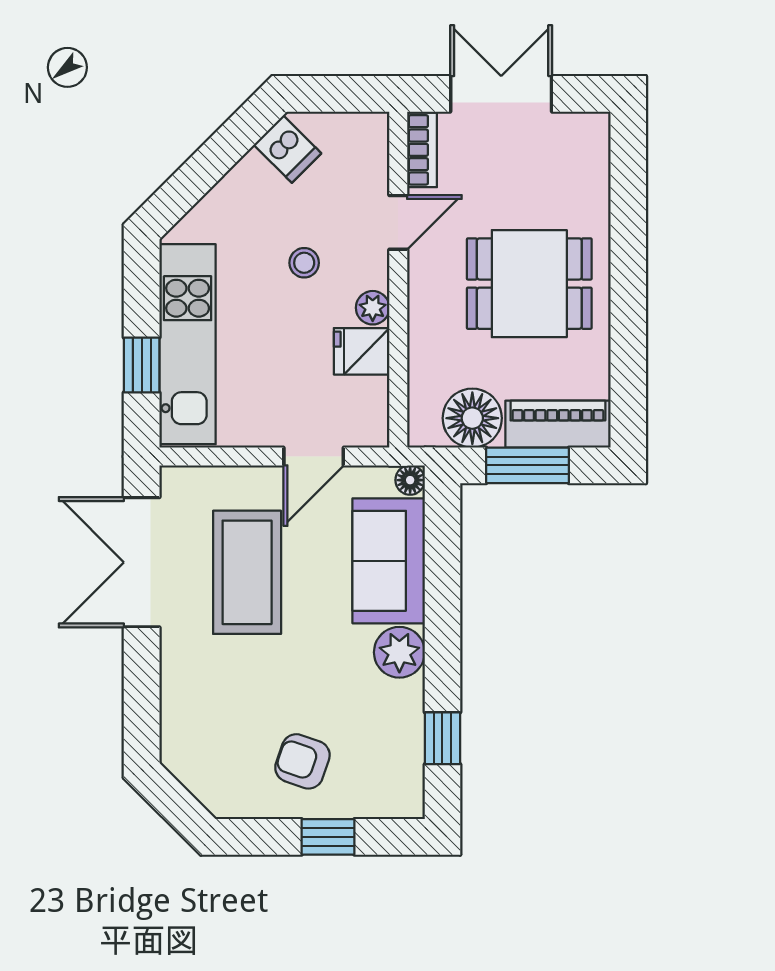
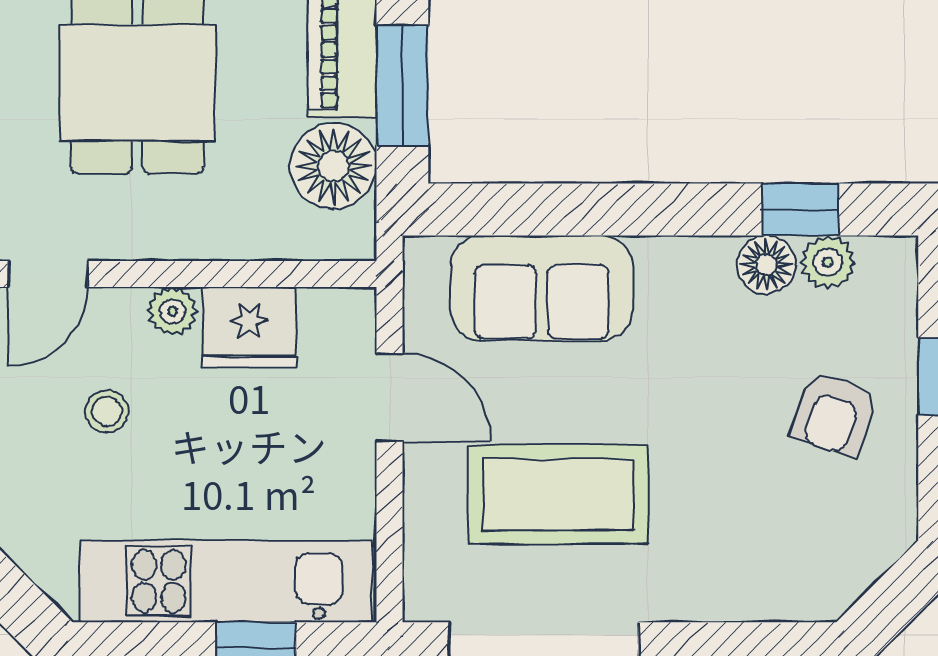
door: (398, 222) -> (48, 274), swing flipped
fridge: (362, 351) -> (249, 327), width x1.38
floor lamp: (410, 480) -> (766, 265), moved, width x1.37, depth x1.37
plant: (399, 652) -> (828, 262), moved, width x0.73, depth x0.73

